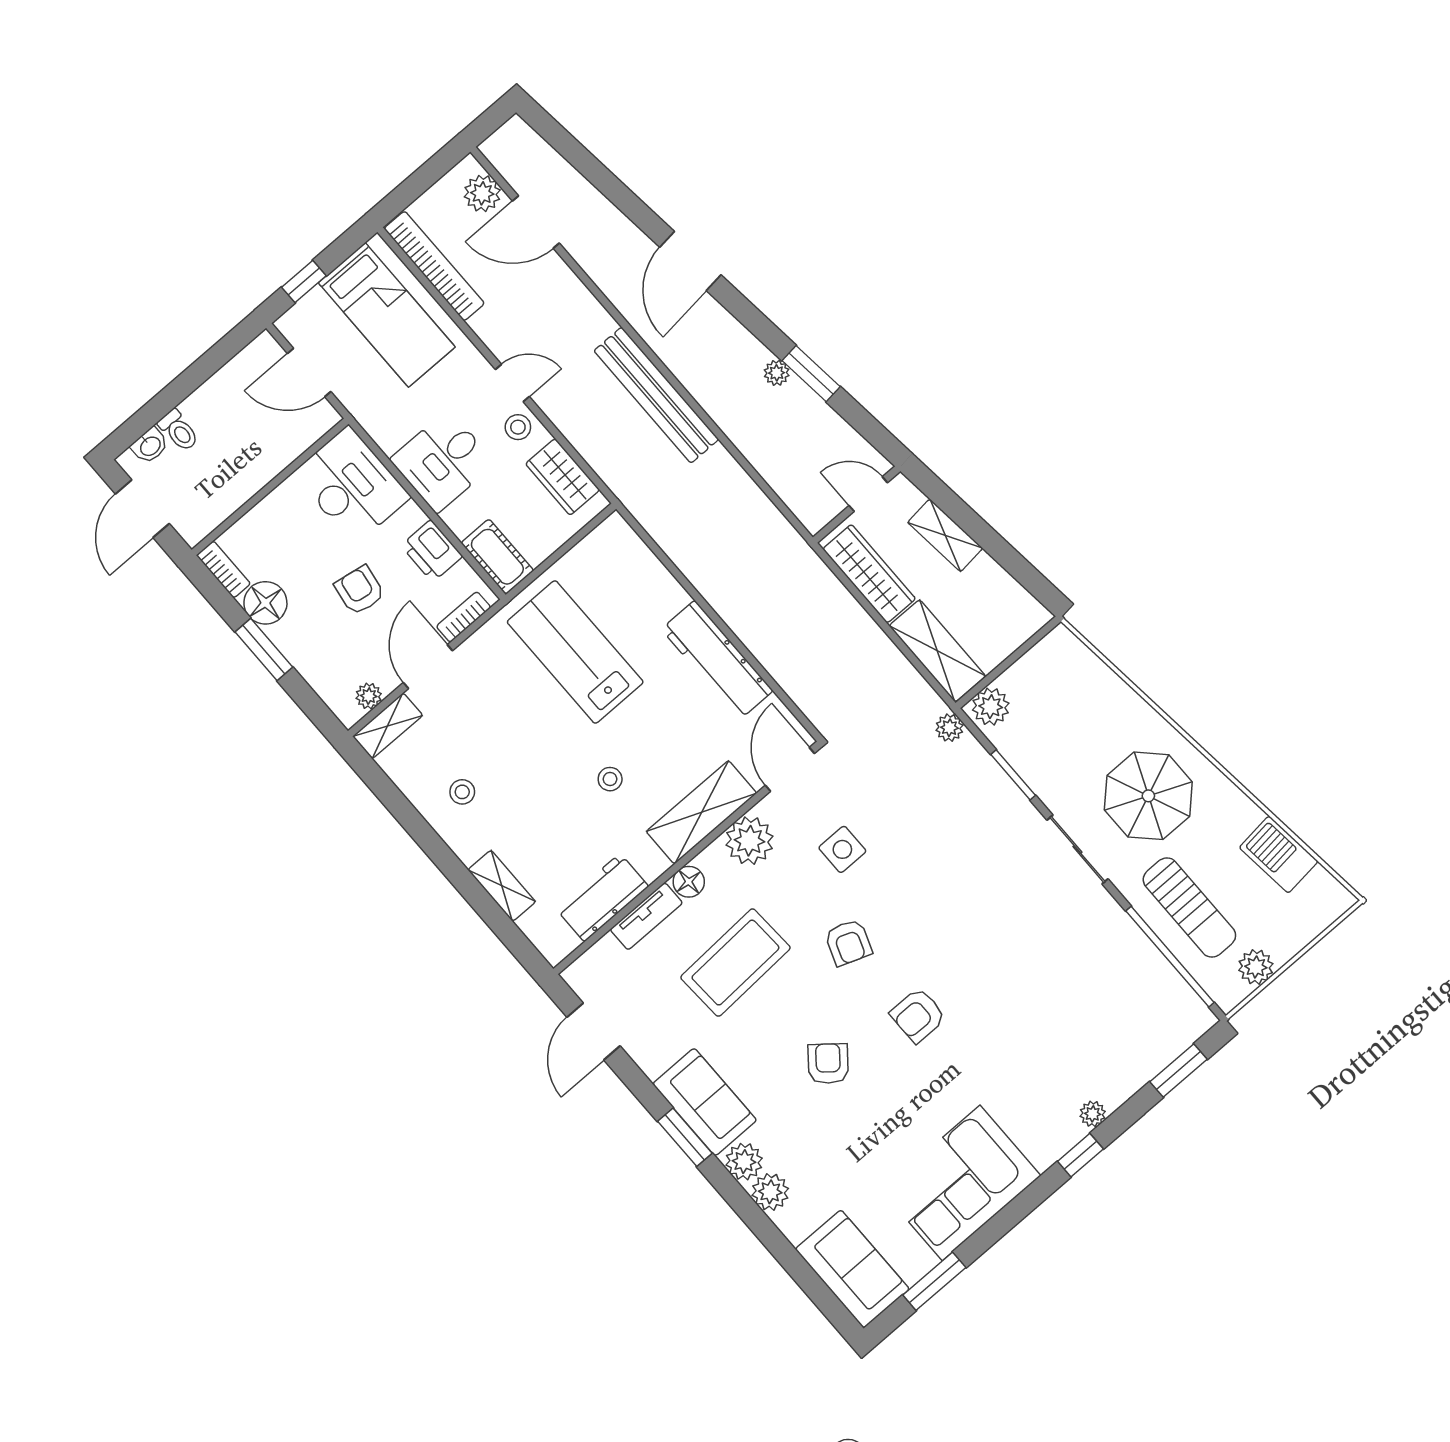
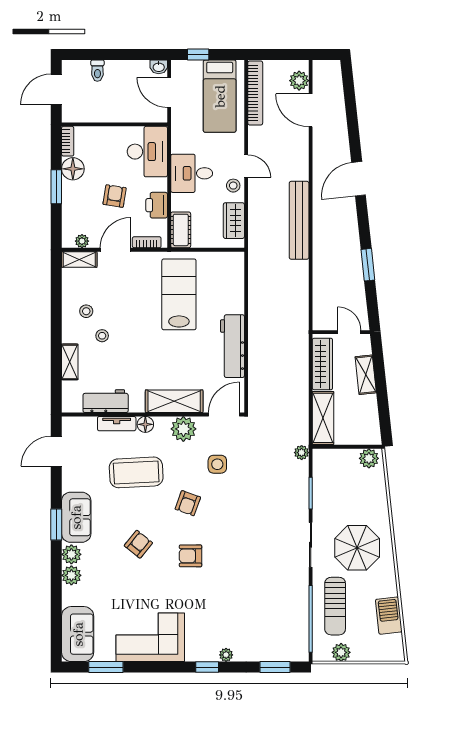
plant: (777, 373) -> (354, 253), removed
washbasin: (150, 446) -> (159, 67), moved
plant: (991, 707) -> (369, 458), moved
stool: (610, 779) -> (102, 336), moved

